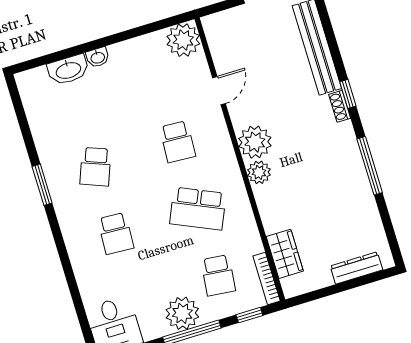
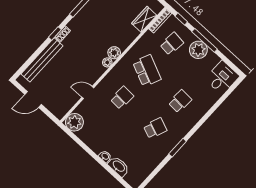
plant: (255, 142) -> (107, 62), width x0.53, depth x0.53

